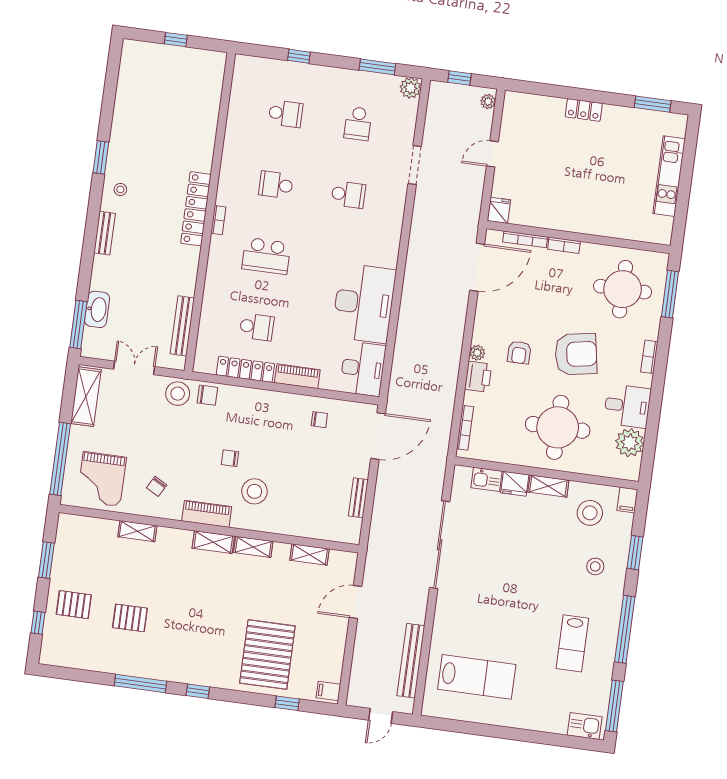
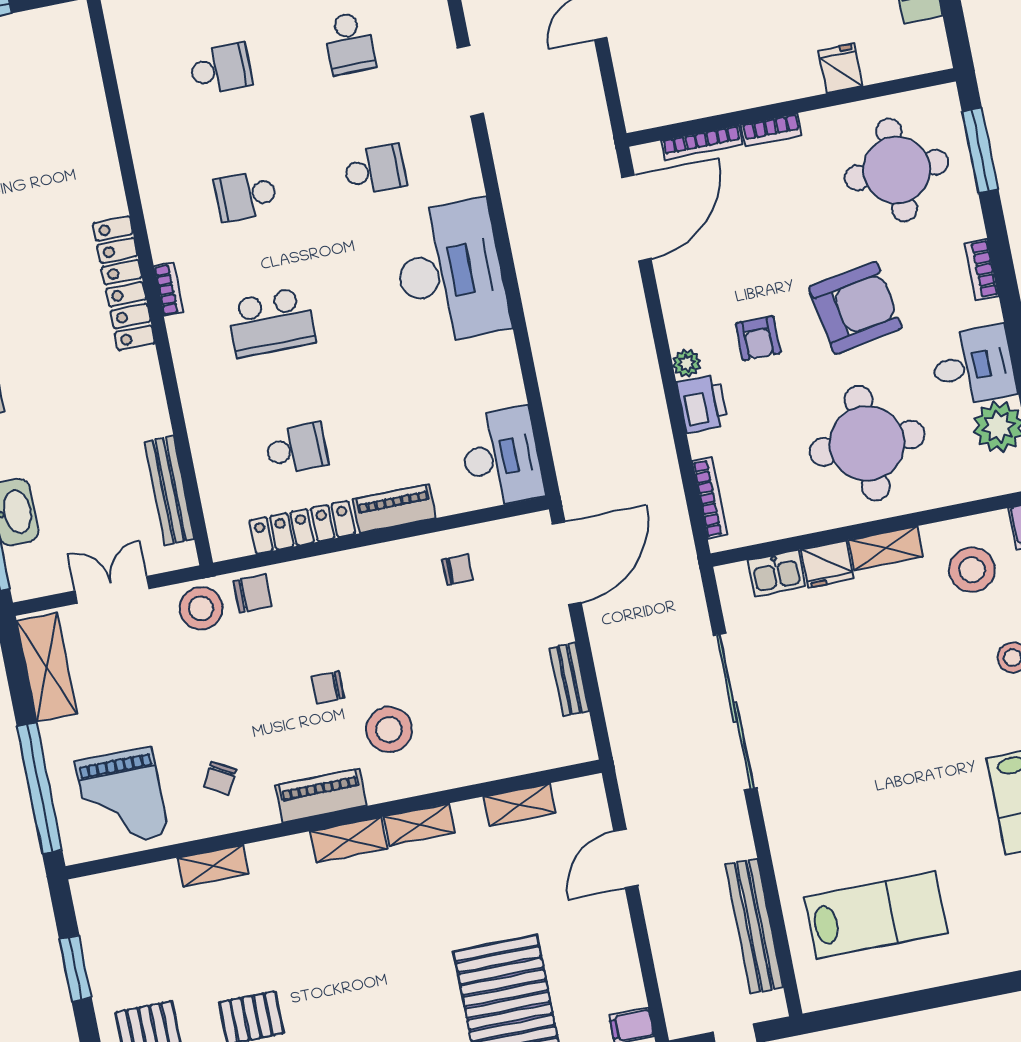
fridge: (499, 210) -> (840, 68), moved
desk: (364, 303) -> (450, 272), moved

